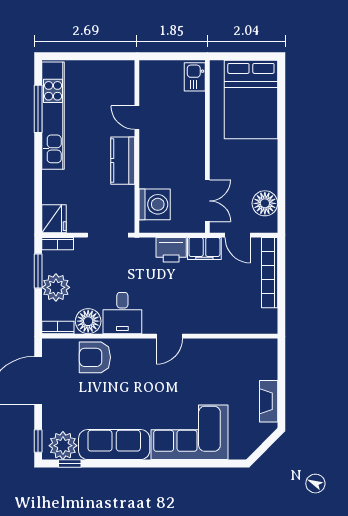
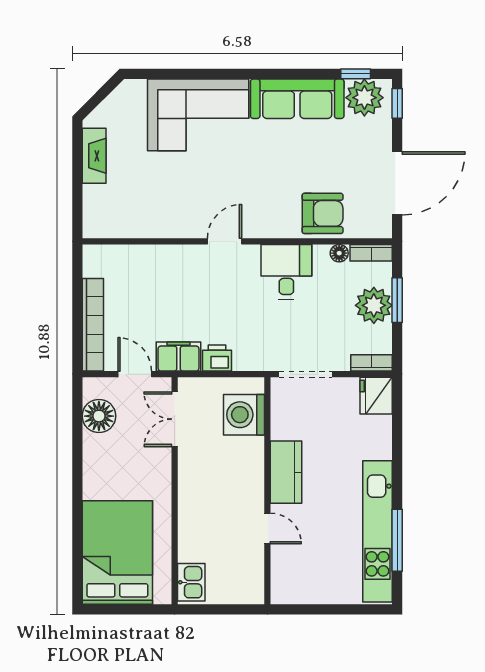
printer: (171, 250) -> (217, 358), width x0.73, depth x0.81
window: (38, 271) -> (397, 300), moved
floor lamp: (88, 321) -> (339, 253), width x0.53, depth x0.53

